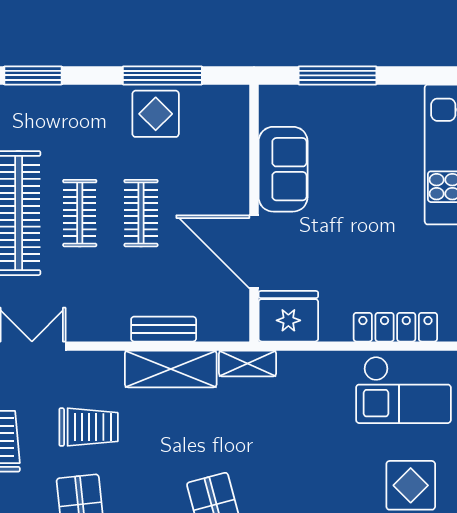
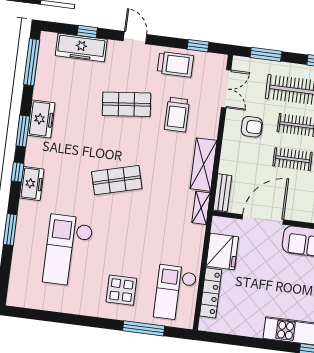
armchair: (93, 292) -> (252, 127), added
fridge: (288, 316) -> (222, 251), moved
bench: (164, 329) -> (222, 193), moved

